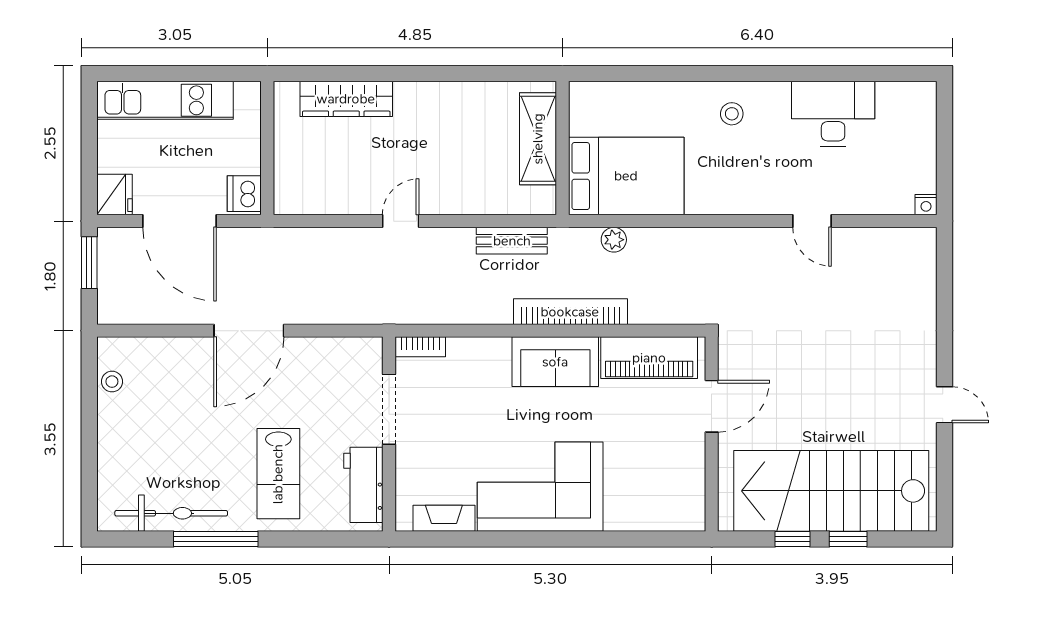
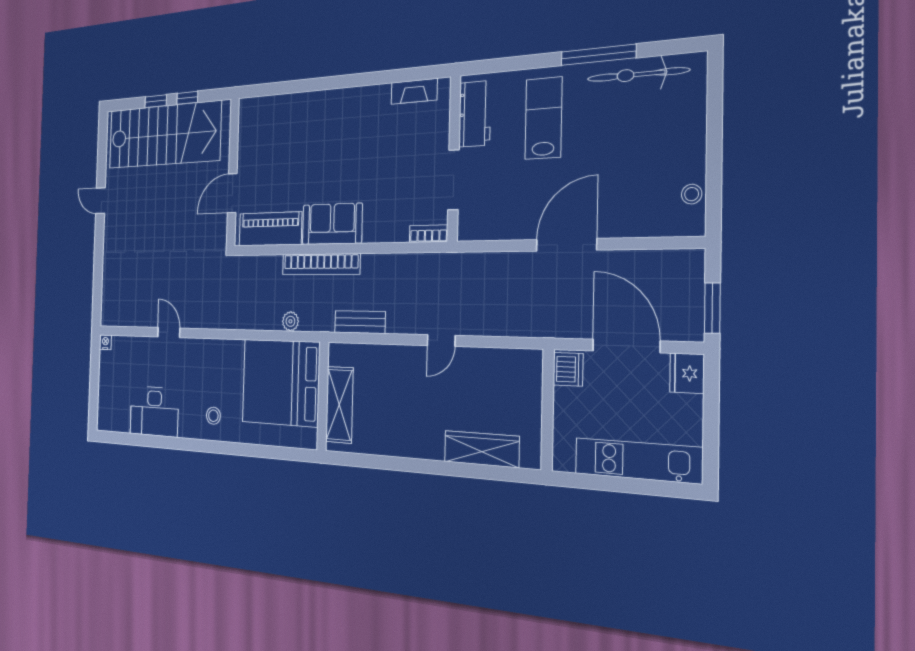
bed: (626, 176) -> (281, 383), width x1.36
corner sofa: (540, 487) -> (345, 123), removed

